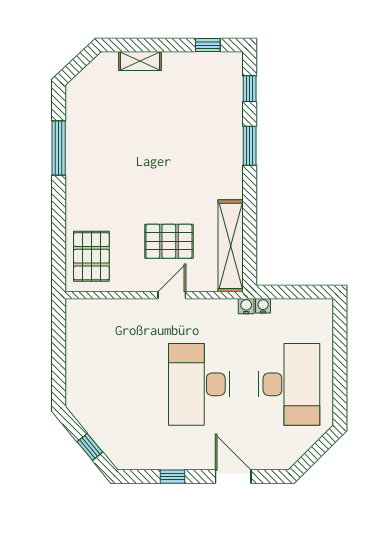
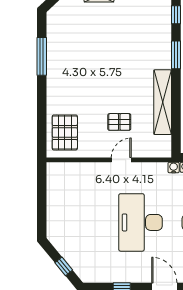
pallet: (169, 241) -> (119, 122), width x0.67, depth x0.71
shelving: (231, 246) -> (163, 102), moved

